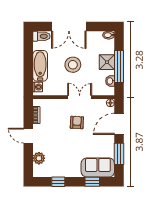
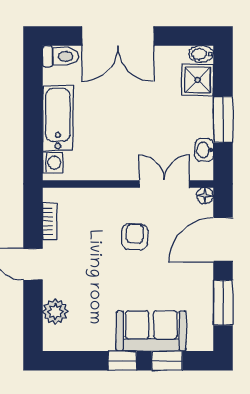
shower: (107, 62) -> (198, 80), moved
stool: (73, 65) -> (126, 116), removed
window: (119, 66) -> (223, 119), width x0.69
double door: (80, 97) -> (164, 184), moved
sofa: (98, 167) -> (151, 331), moved
window: (58, 182) -> (122, 361), moved

